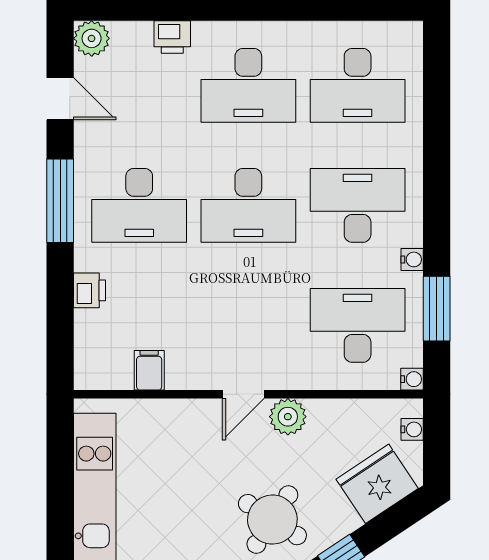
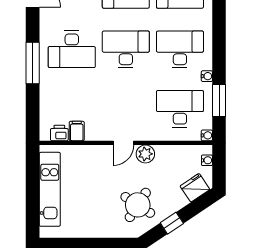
window: (60, 201) -> (33, 63), moved
desk: (248, 205) -> (126, 49), turned 180
printer: (90, 290) -> (59, 133), moved, turned -90
fridge: (377, 484) -> (195, 188), width x0.73, depth x0.75

